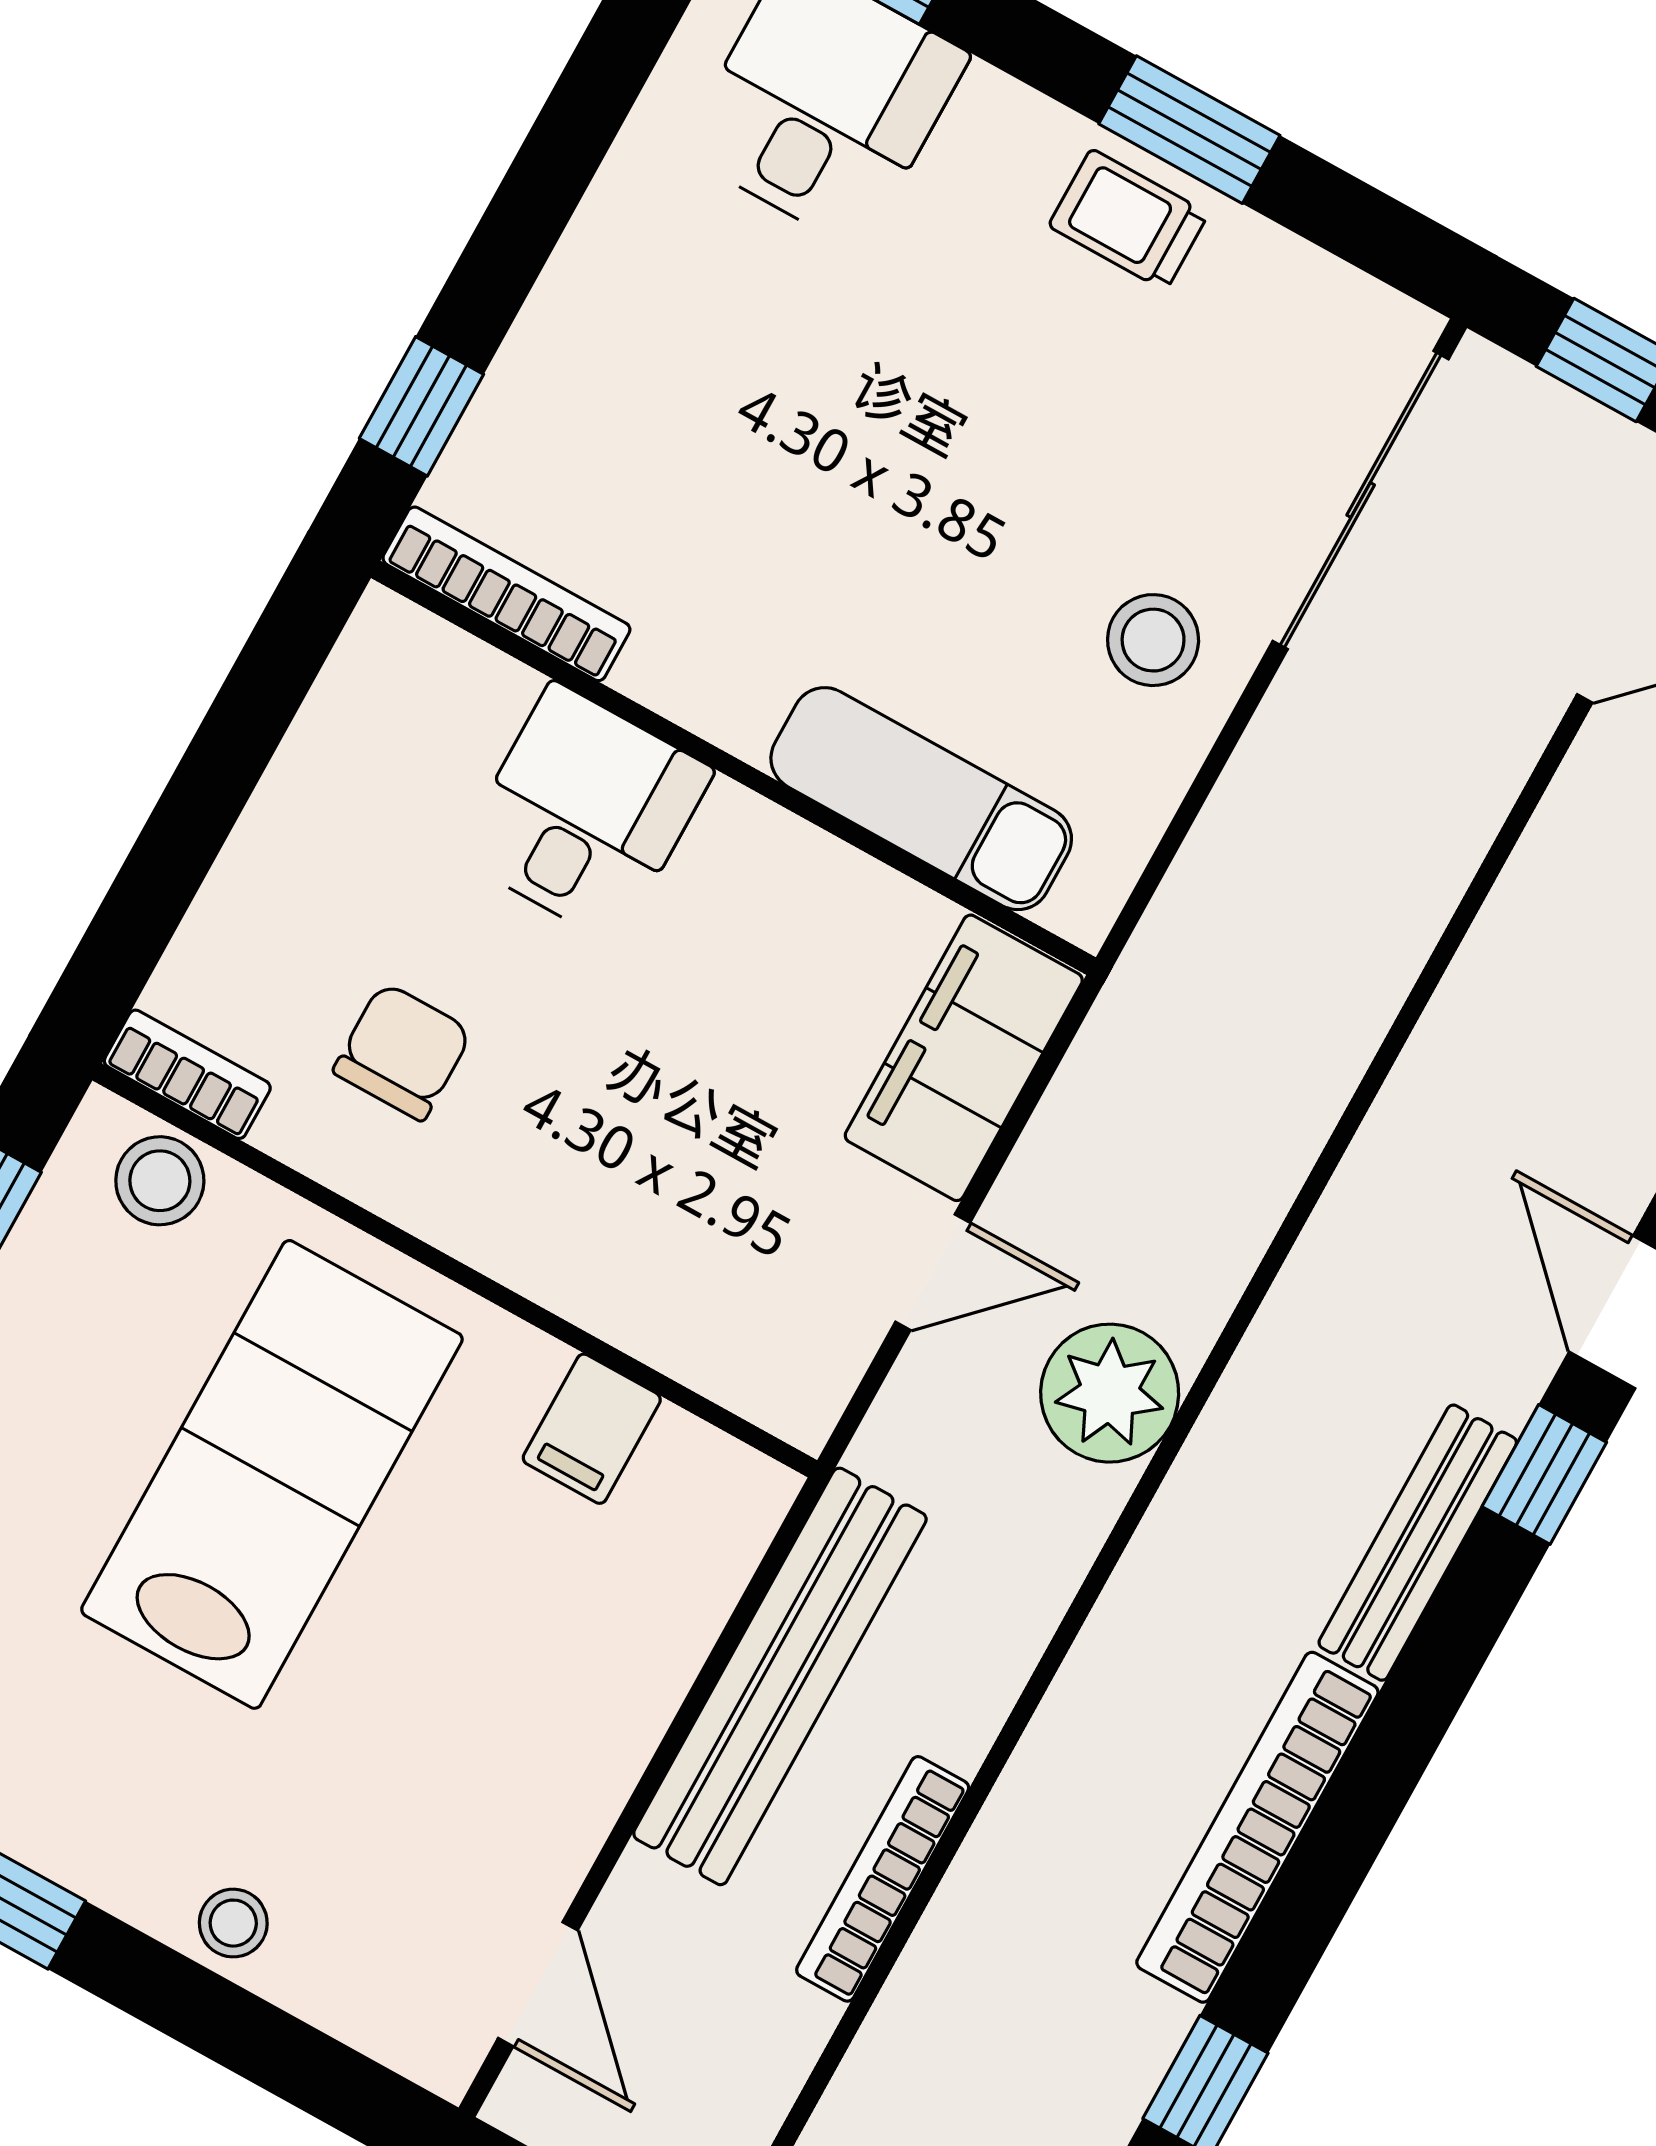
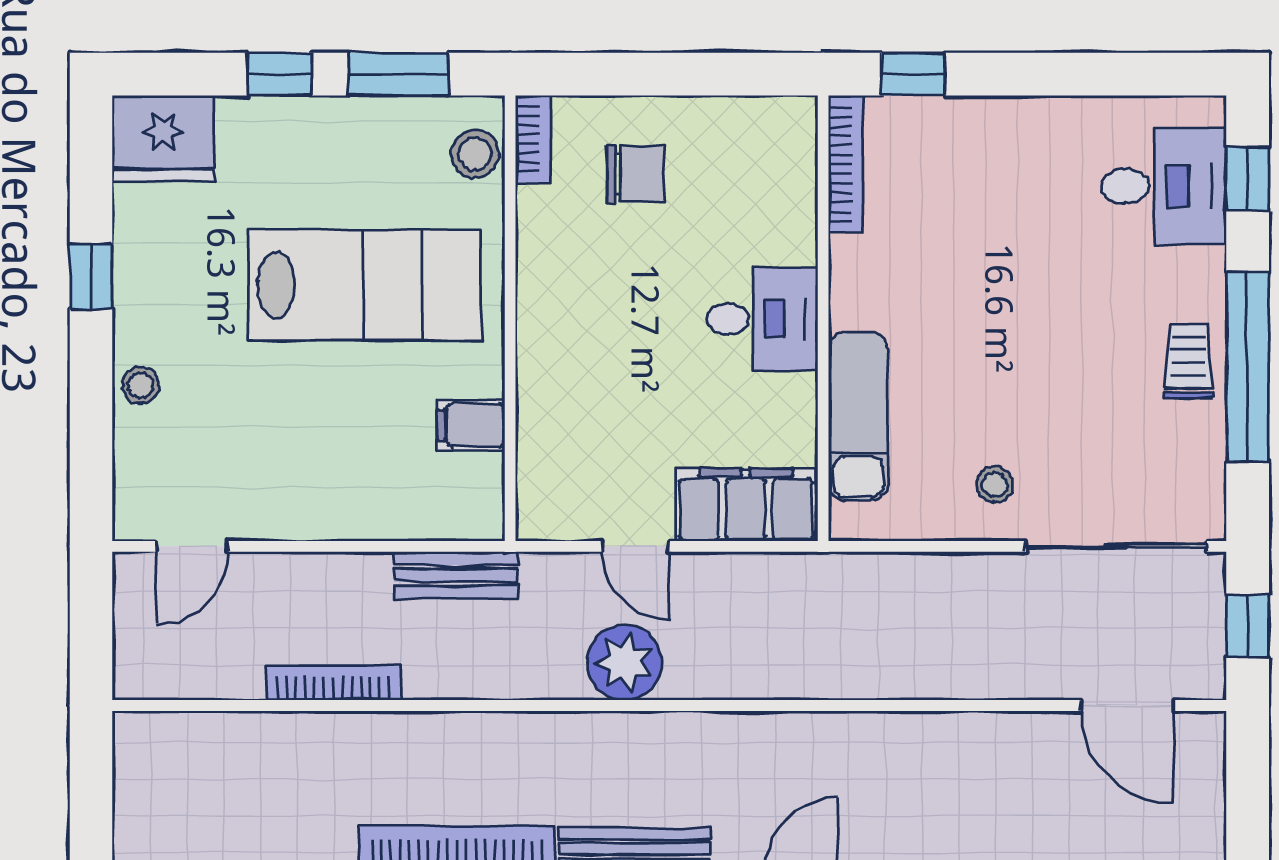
window: (1189, 130) -> (1248, 367), width x2.11
stool: (1153, 640) -> (995, 484), width x0.73, depth x0.73
desk: (585, 813) -> (762, 319), moved
chair: (403, 1052) -> (636, 174), moved
bench: (780, 1676) -> (456, 575), width x0.54, depth x0.82

